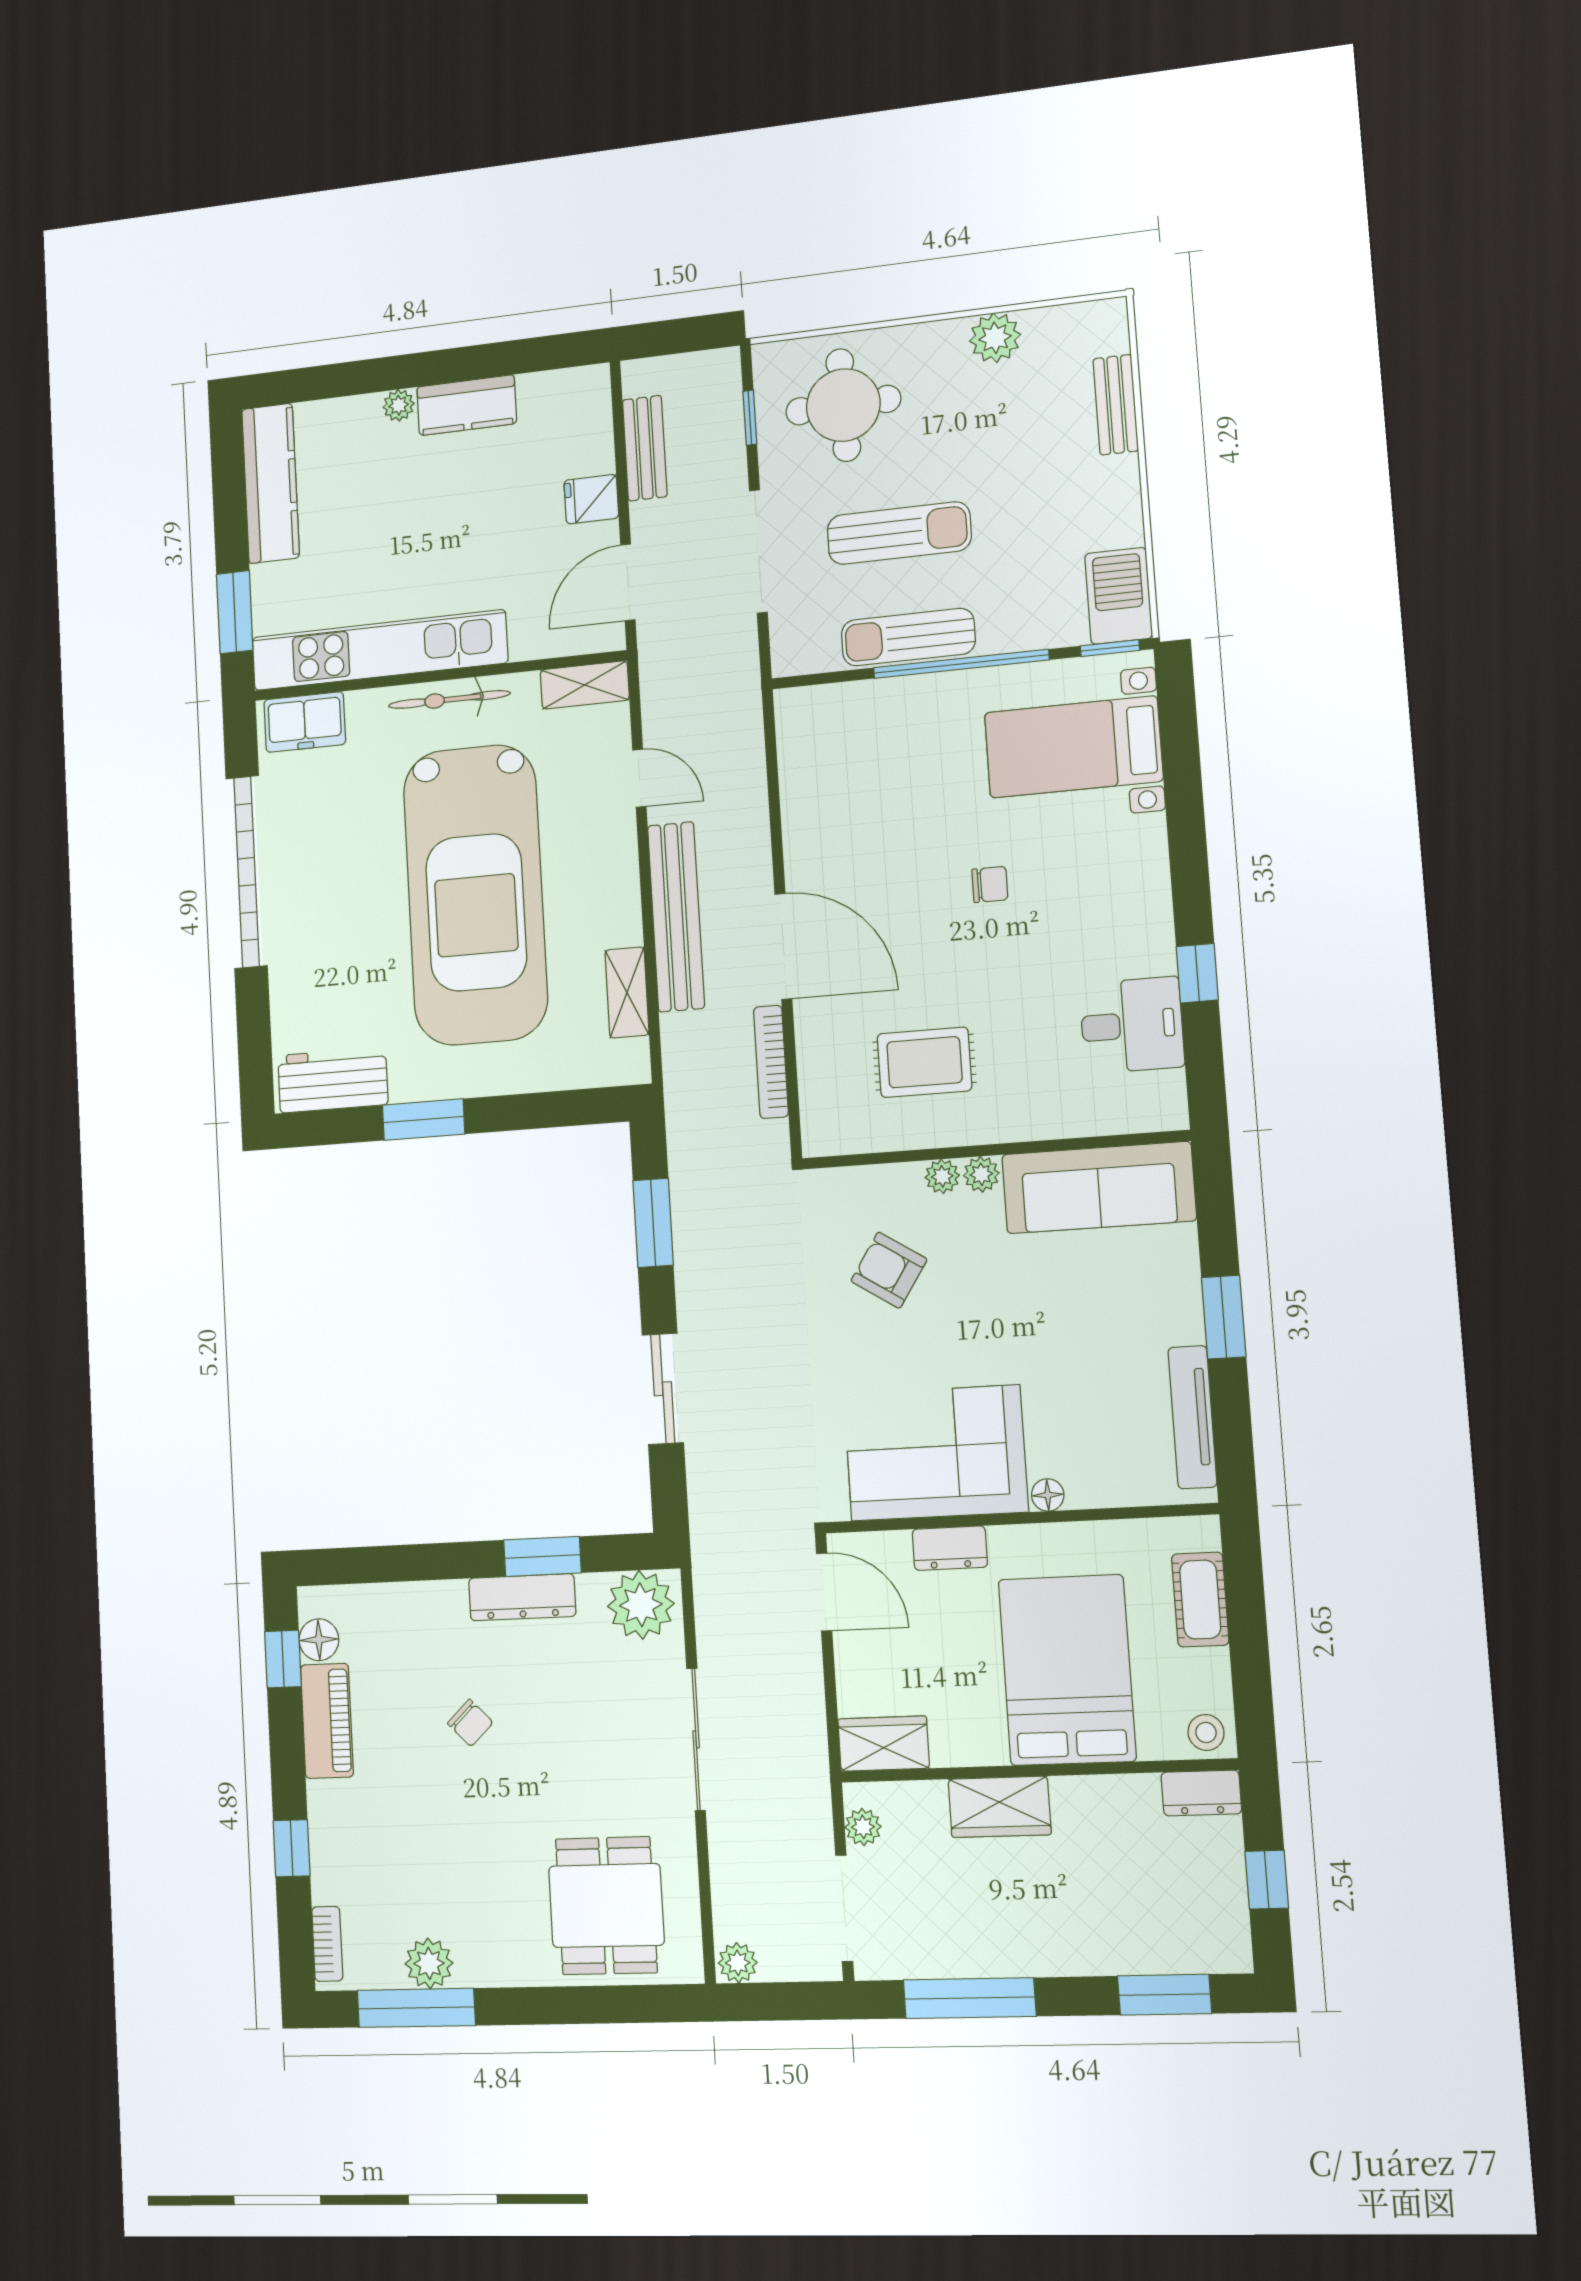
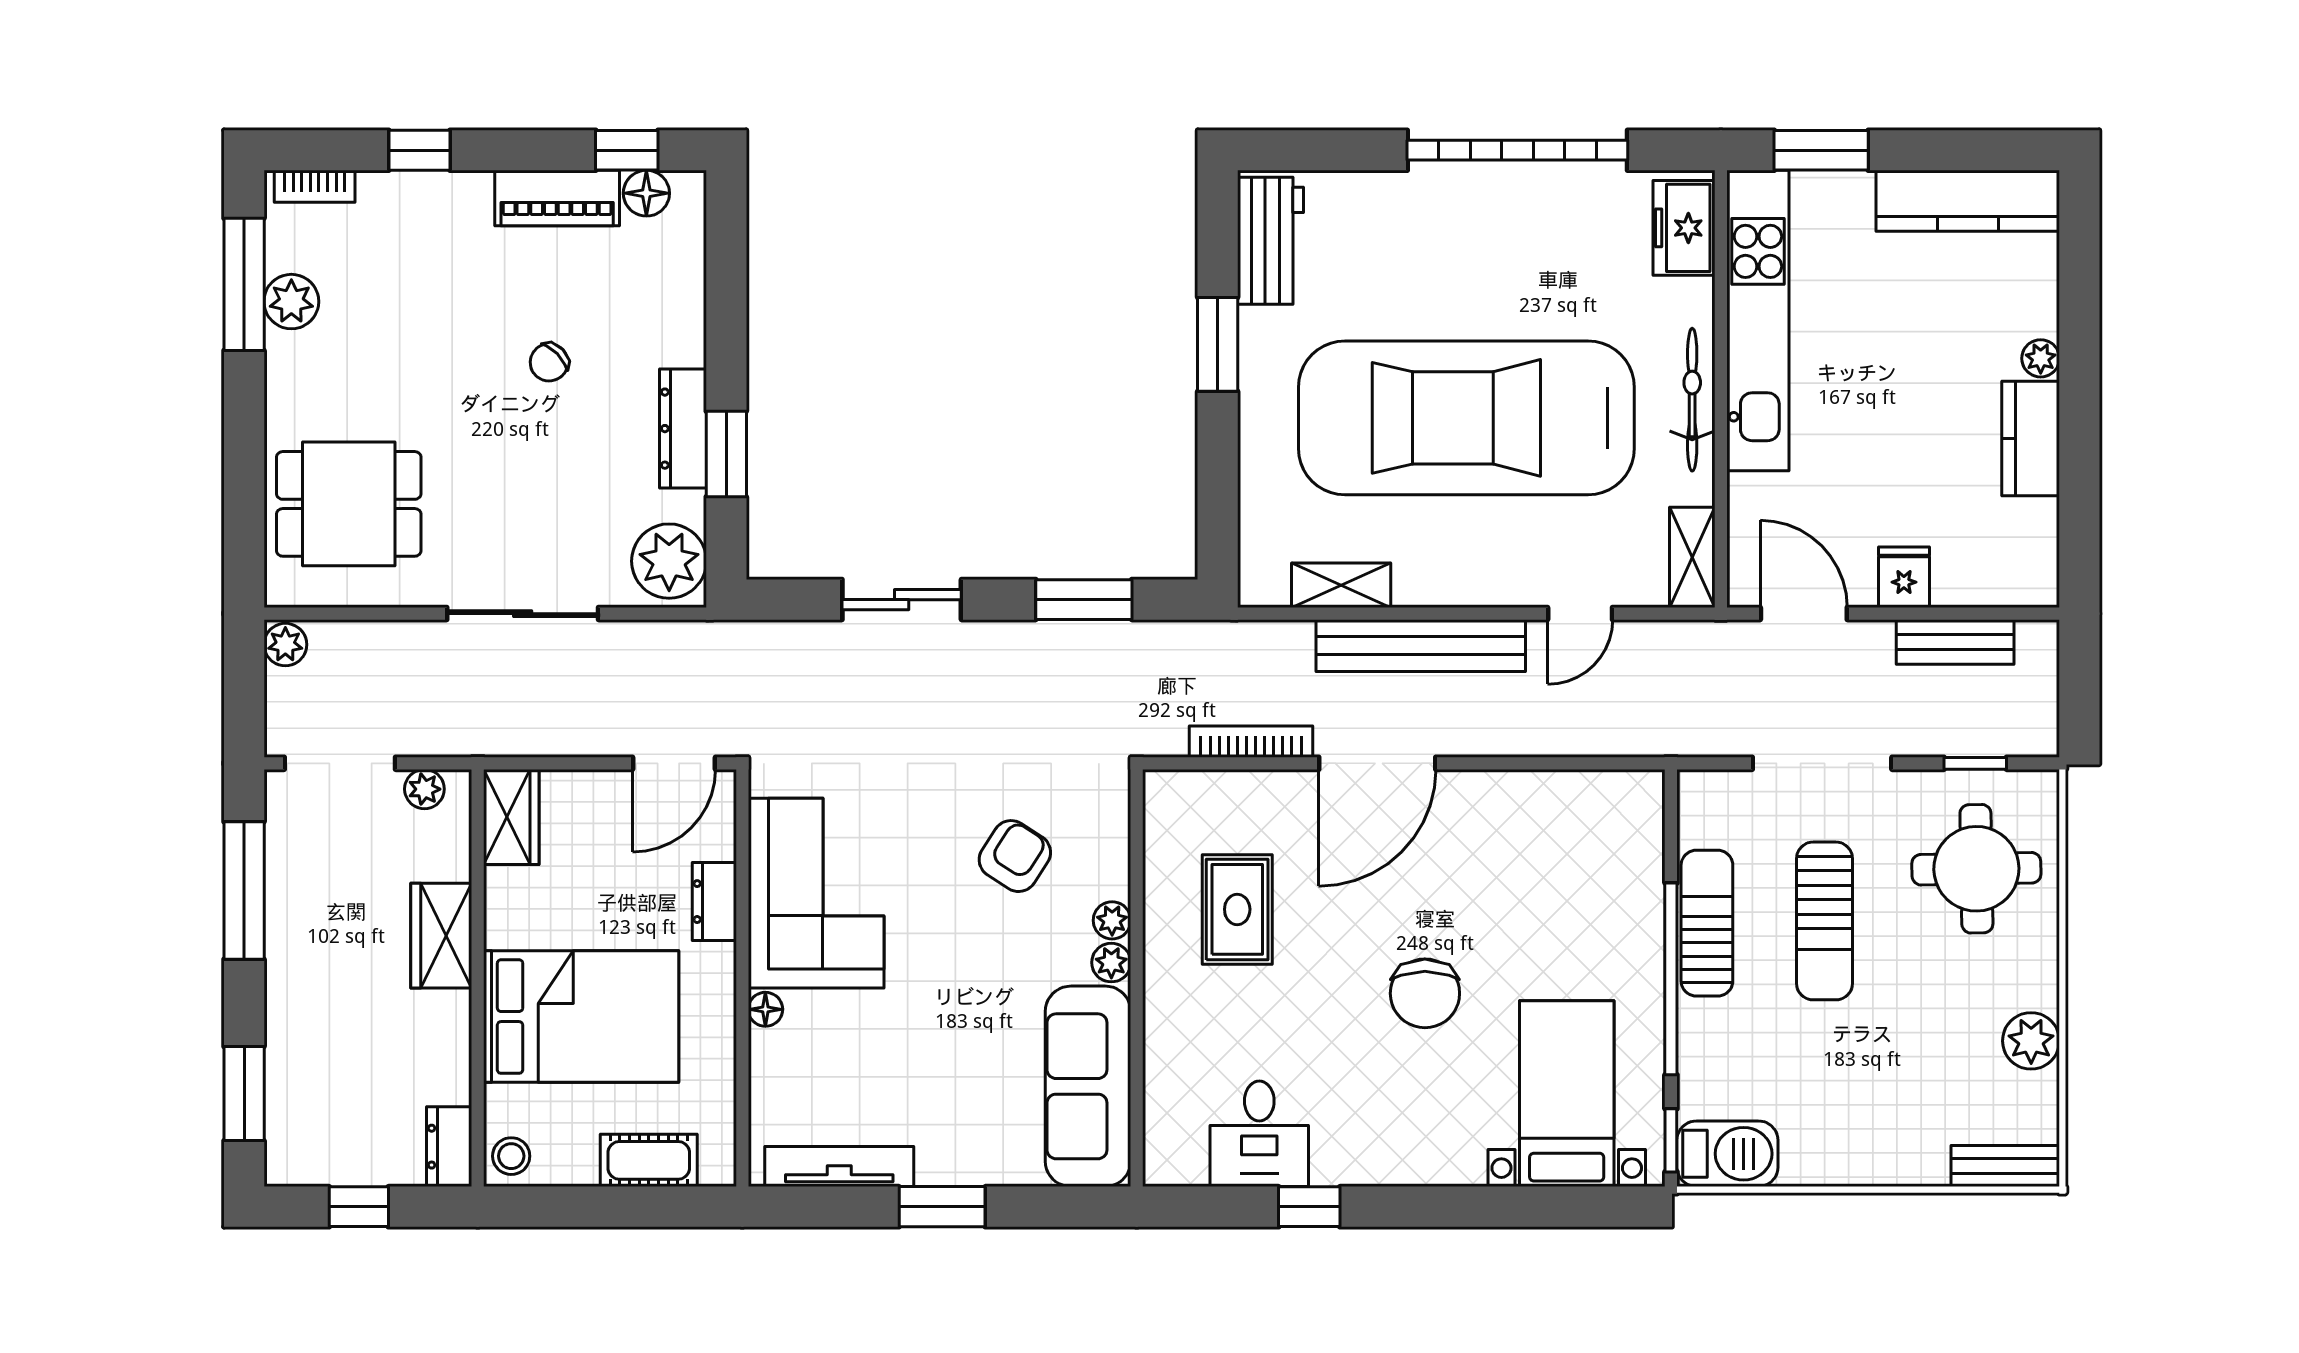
bench: (1116, 405) -> (2005, 1166), moved
chair: (990, 884) -> (1425, 993), width x1.87, depth x1.87

